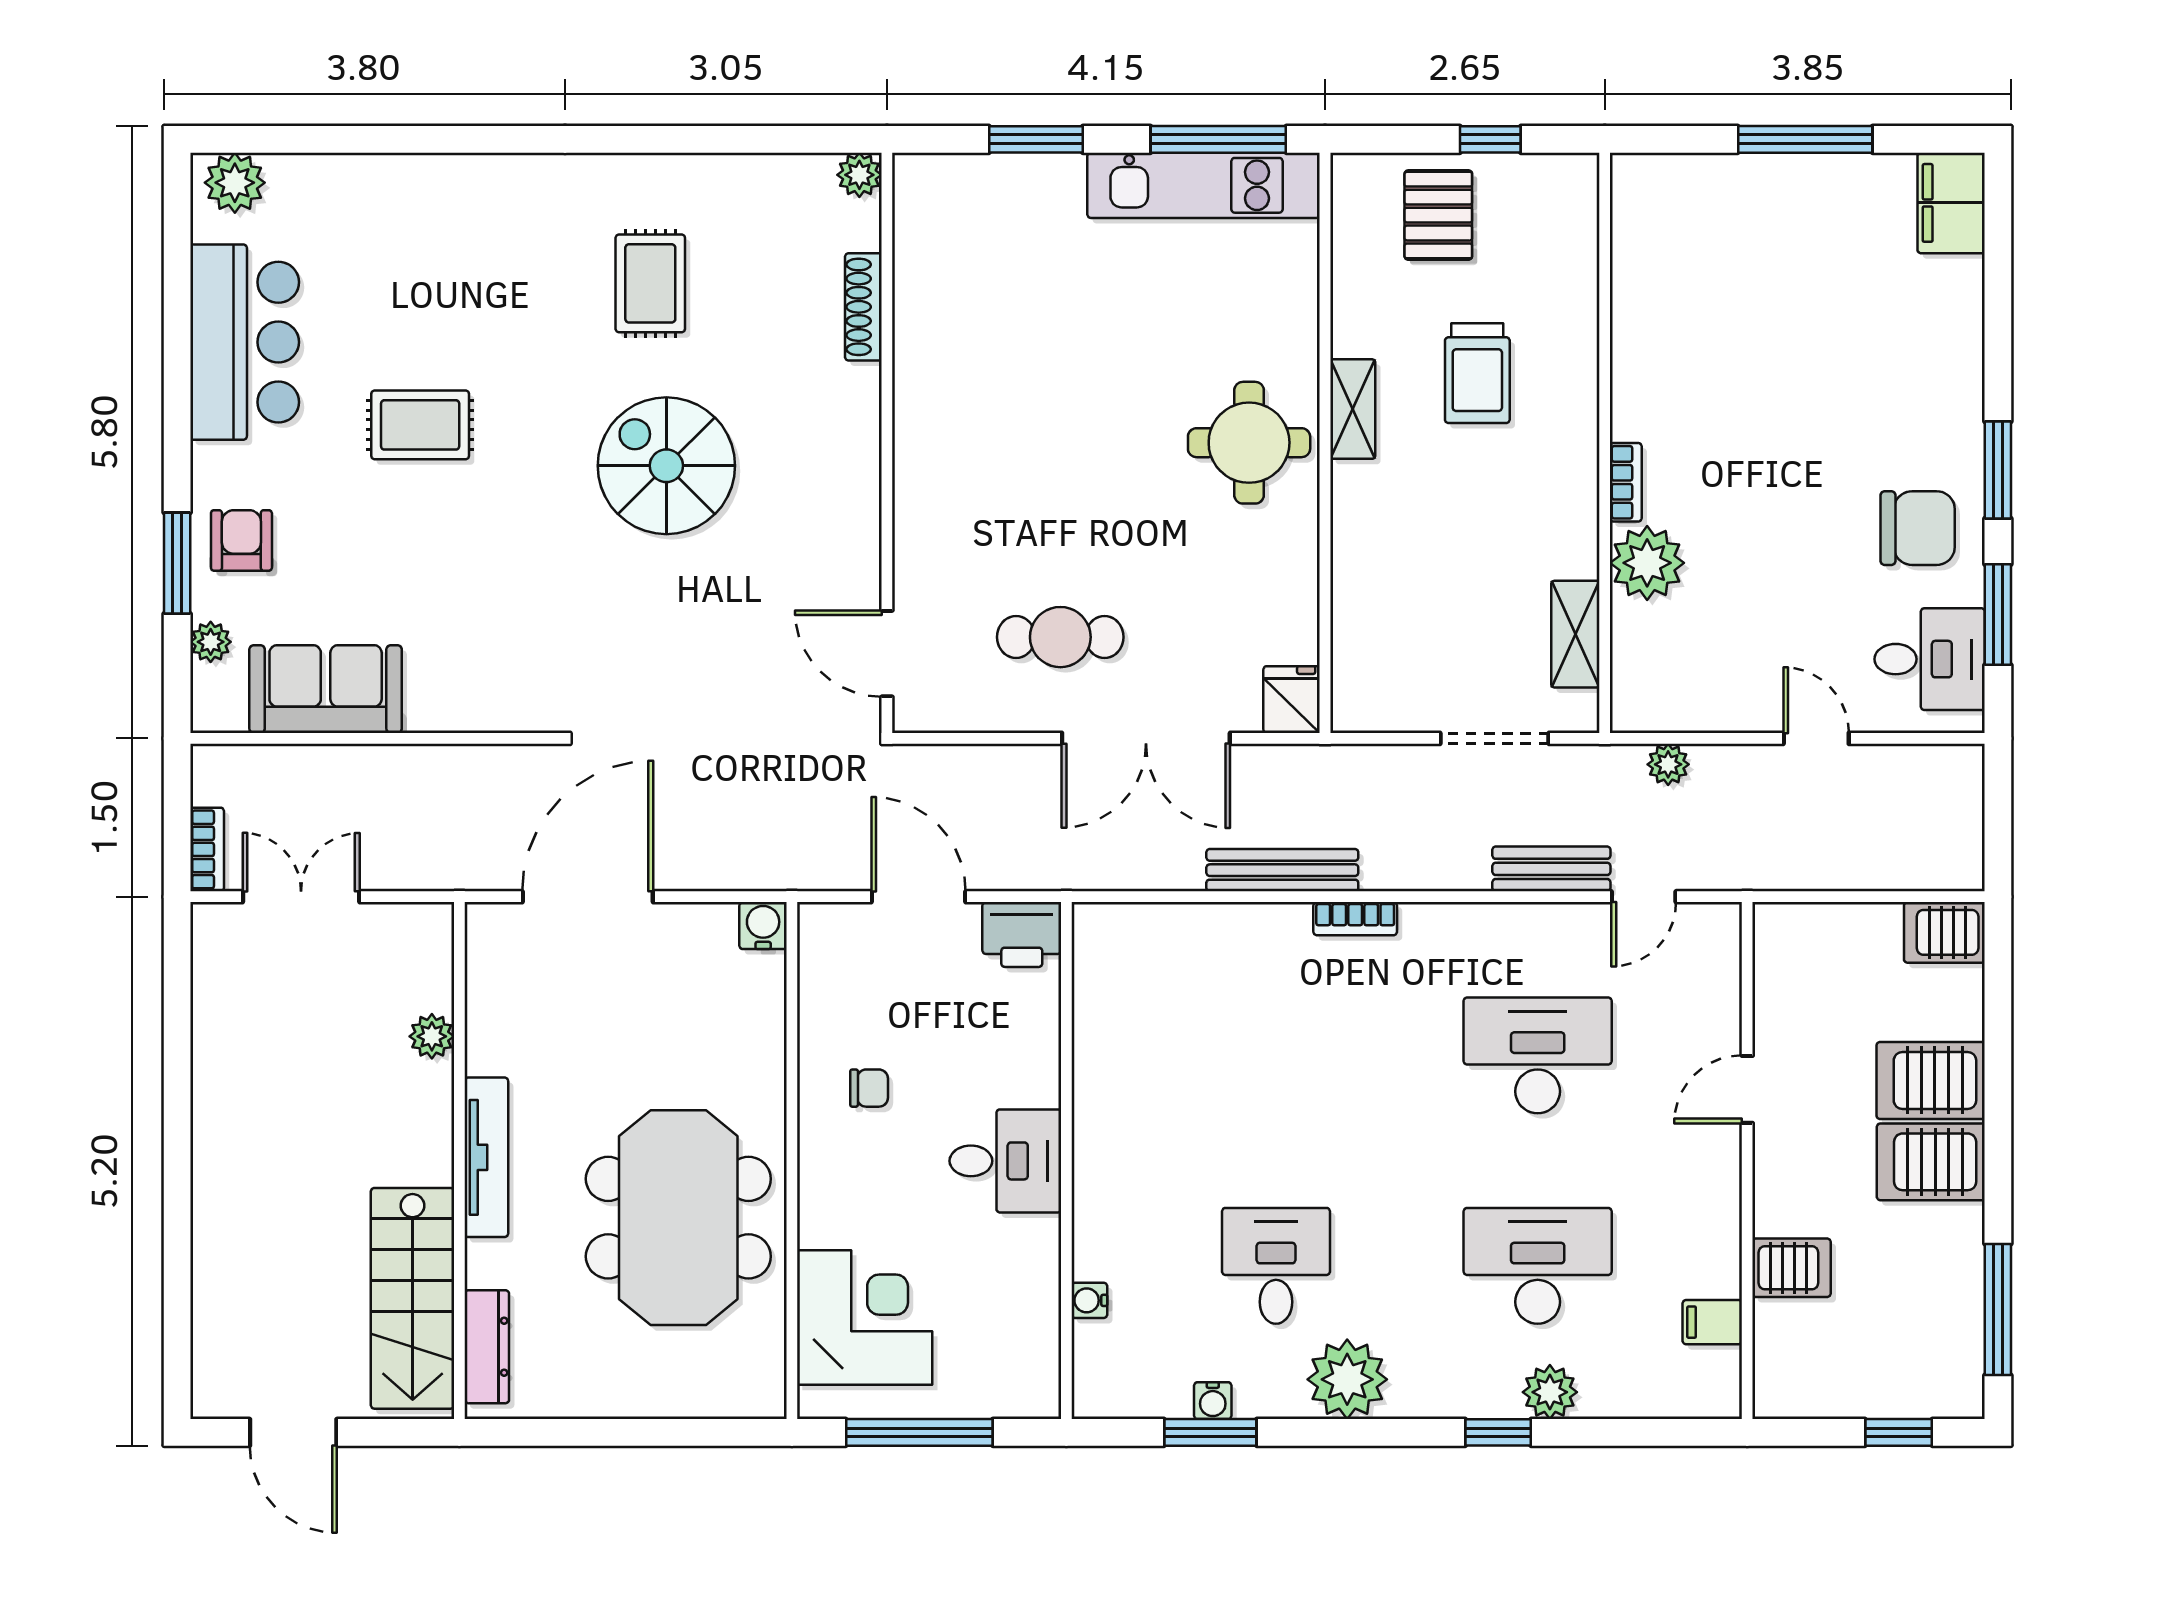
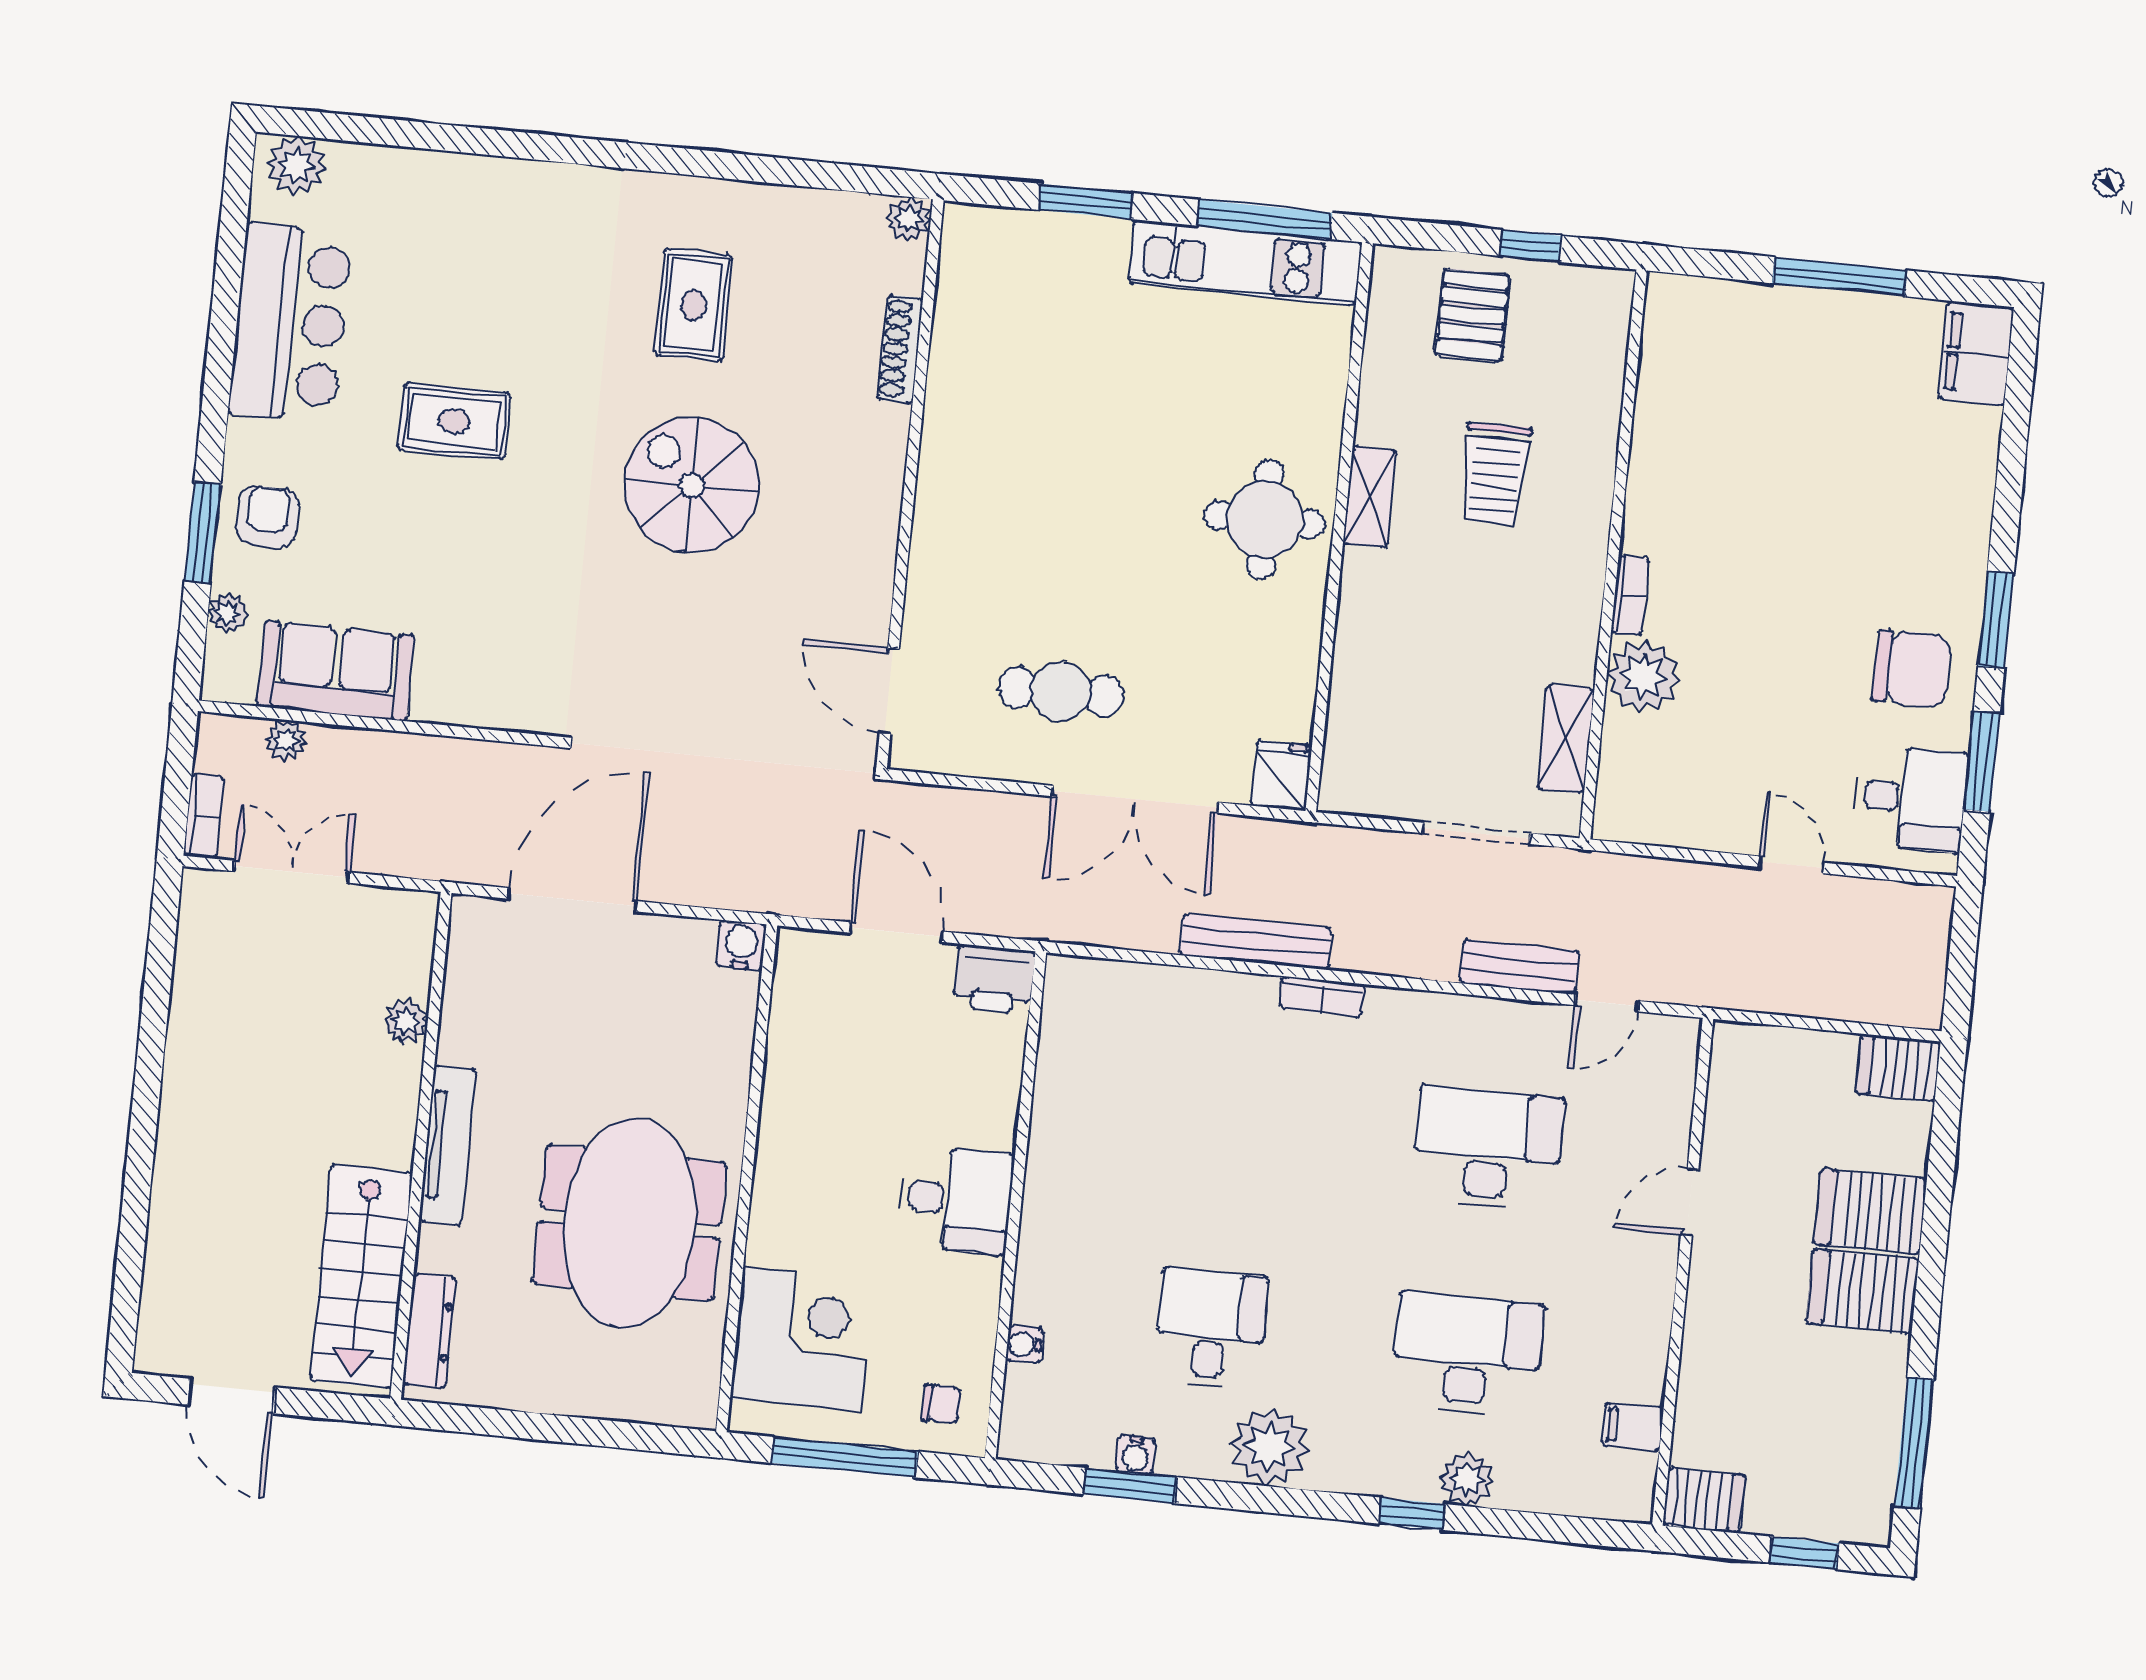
plant: (1668, 764) -> (286, 740), moved
chair: (869, 1088) -> (941, 1404), moved
server rack: (1792, 1268) -> (1704, 1500), moved

